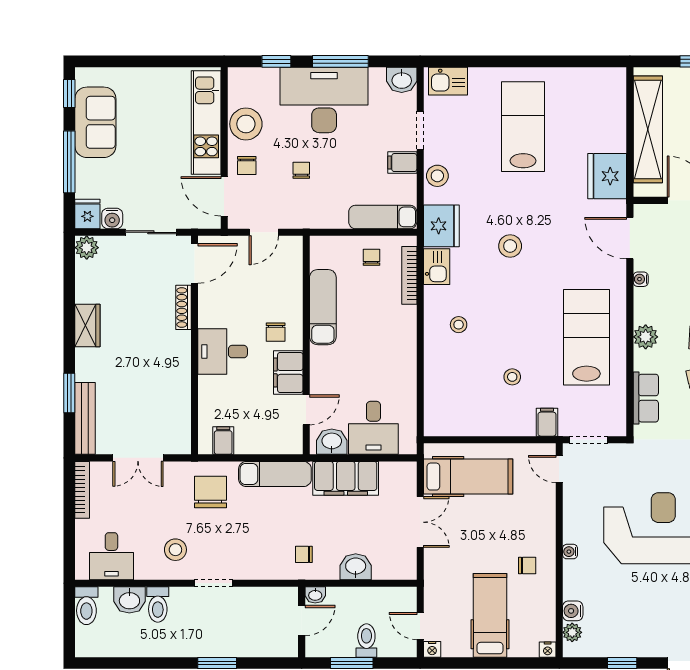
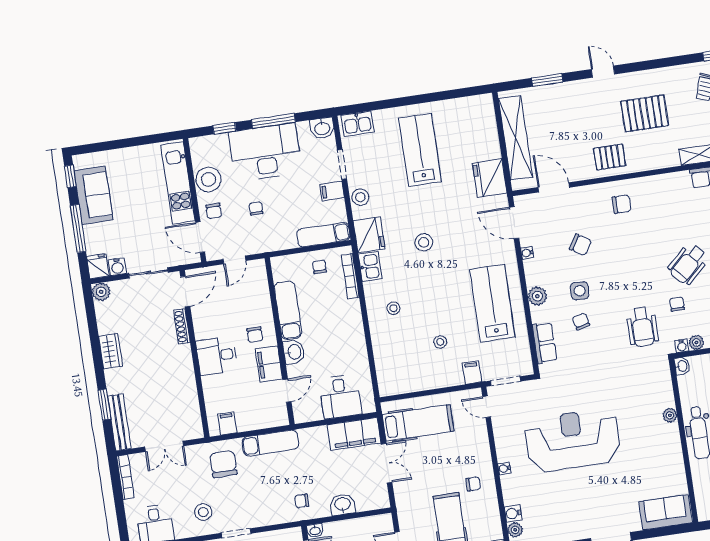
washbasin: (332, 442) -> (294, 352), moved, turned 90
filing cabinet: (346, 478) -> (354, 434), moved

